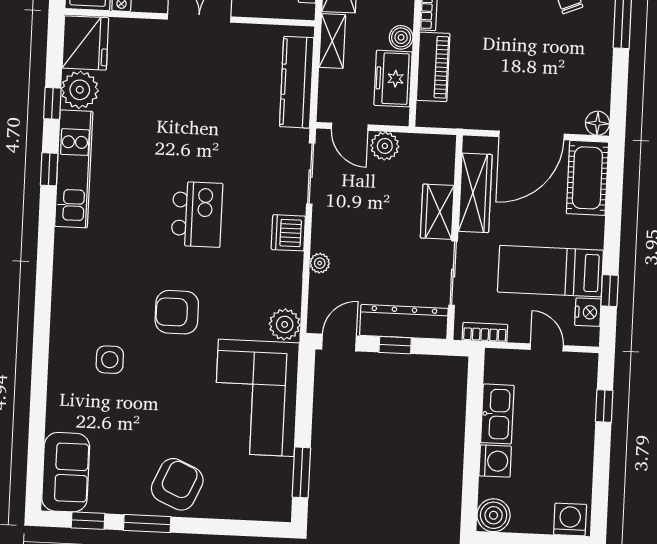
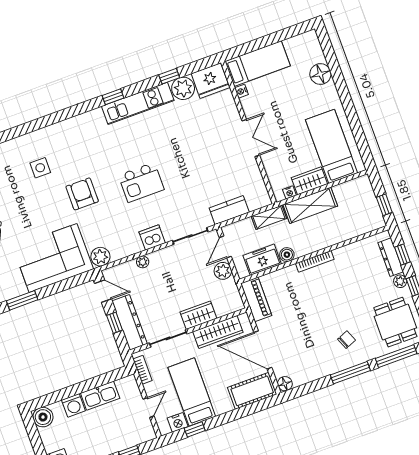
piano: (433, 67) -> (256, 299), moved, turned -90
kitchen counter: (297, 82) -> (229, 210), width x0.67
window: (49, 169) -> (113, 97), moved

